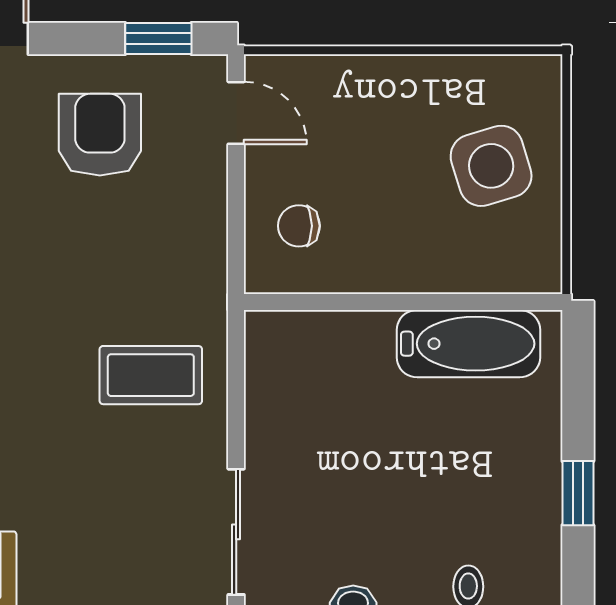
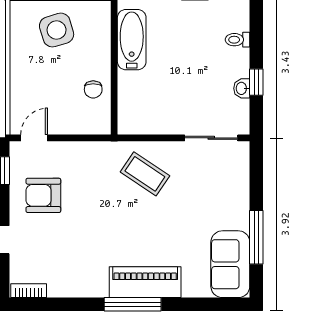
chair: (299, 226) -> (93, 89), moved
coffee table: (151, 375) -> (145, 174), turned -56

